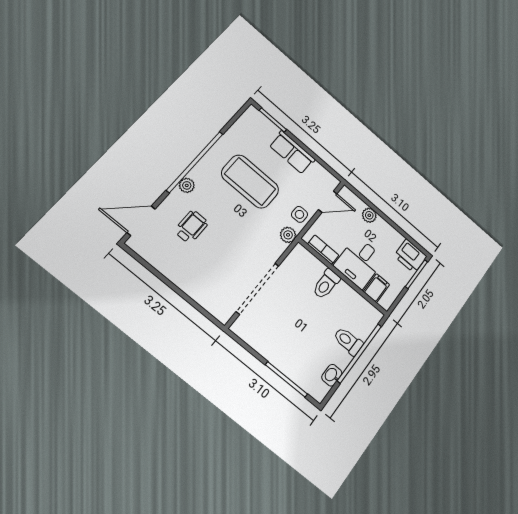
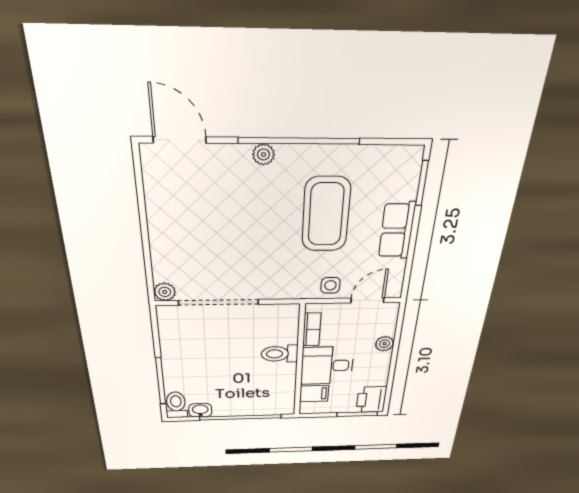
door: (328, 202) -> (367, 300), swing flipped
wheelchair: (191, 227) -> (222, 196), removed
plant: (288, 235) -> (165, 292), moved
toilet: (348, 341) -> (176, 405), moved

